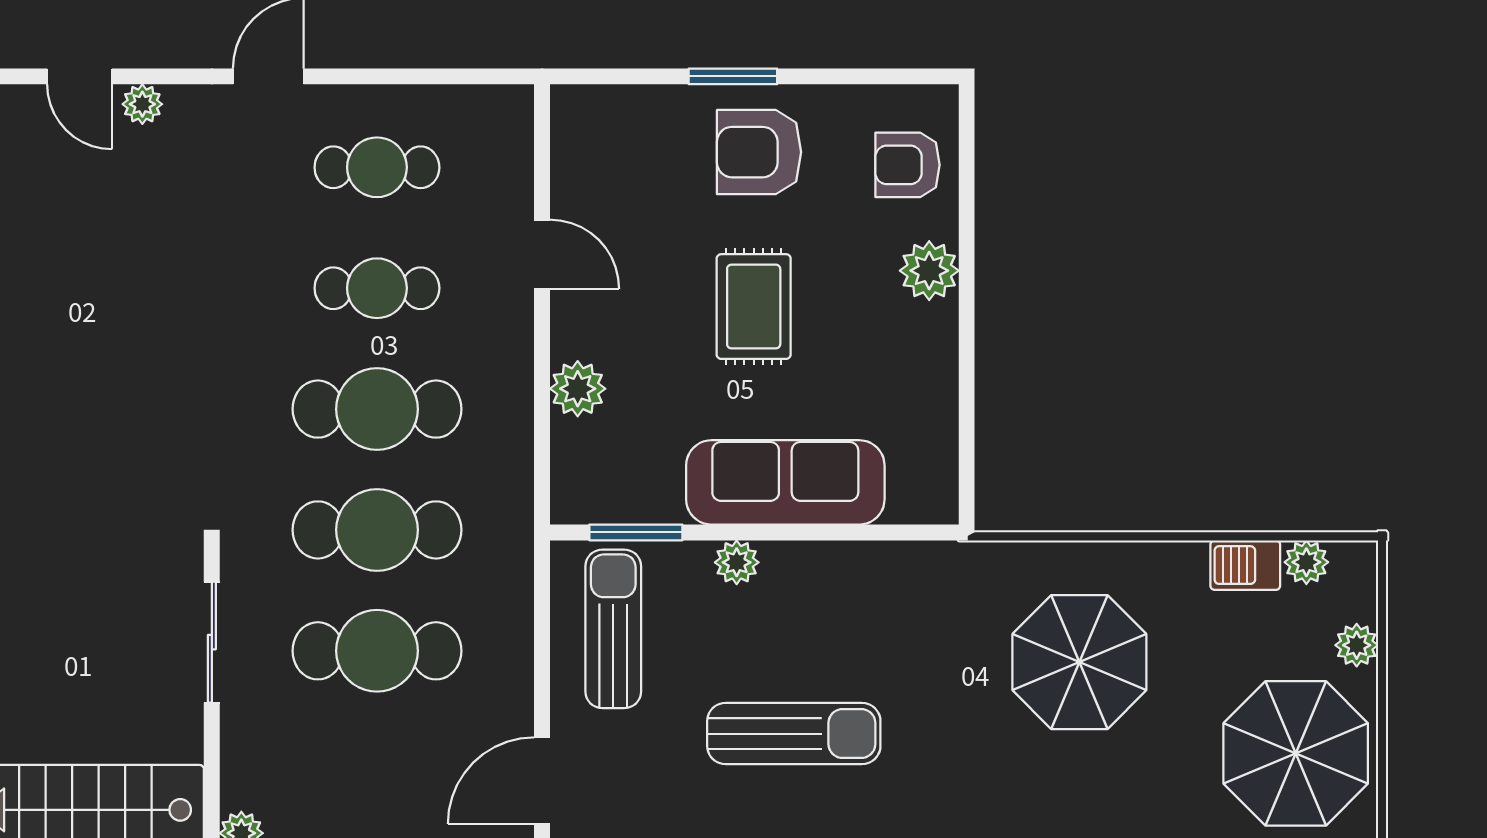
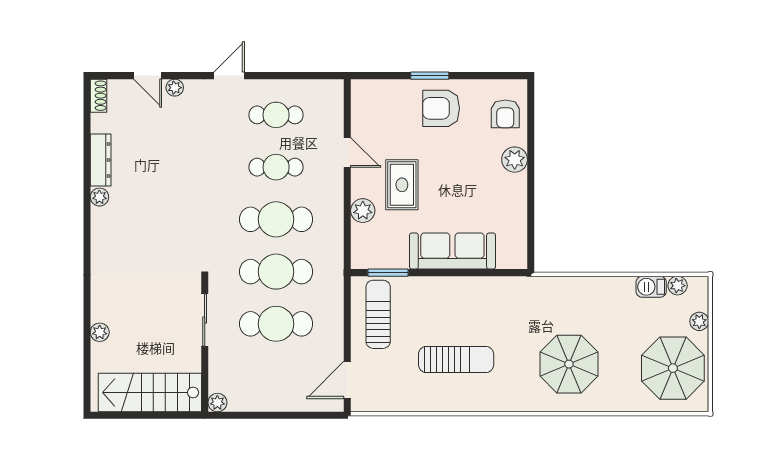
armchair: (908, 165) -> (505, 114), turned -90
rug: (754, 307) -> (402, 185), moved
plant: (737, 562) -> (431, 286), removed
parasol: (1079, 662) -> (569, 364), moved

